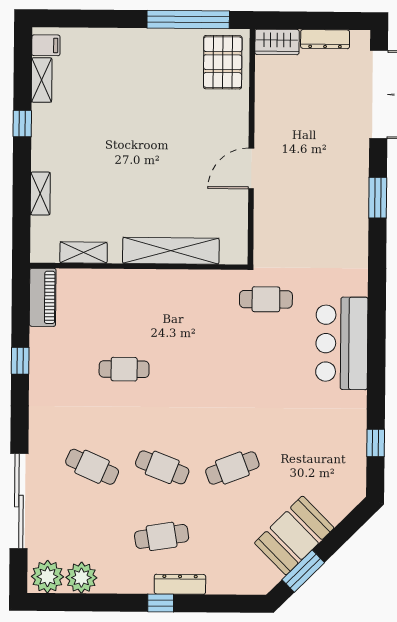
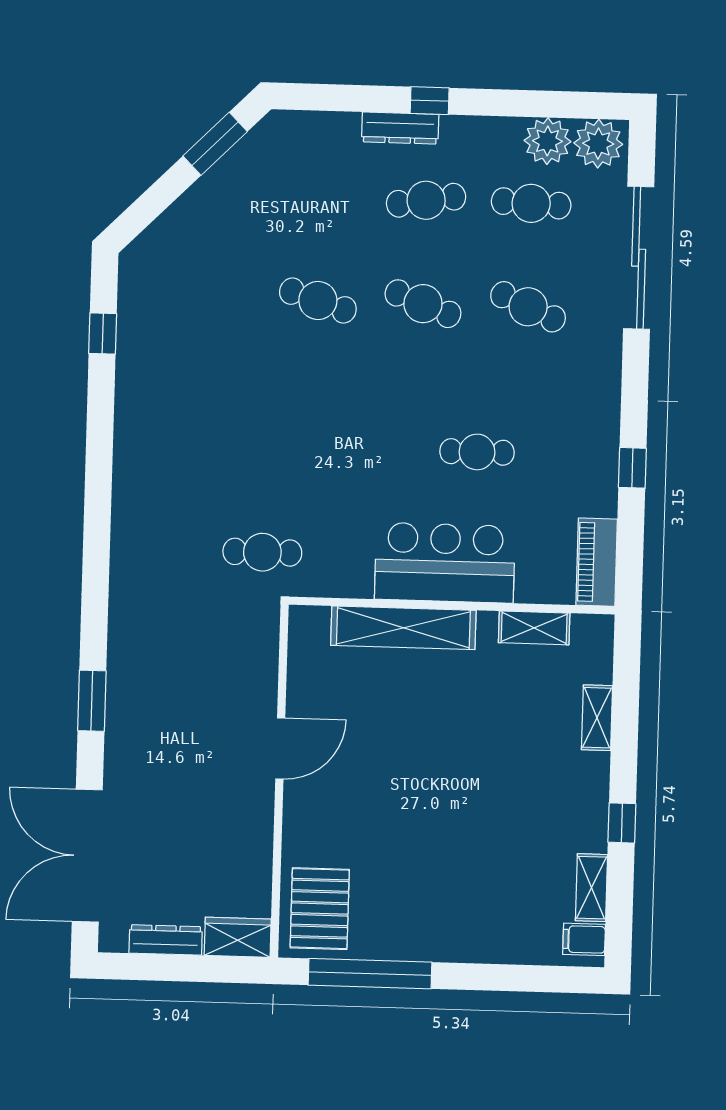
bar counter: (342, 343) -> (445, 563), moved, turned -90
cafe table: (232, 468) -> (318, 301), turned 39
booth: (294, 535) -> (227, 198), removed
cafe table: (91, 536) -> (531, 203), added

